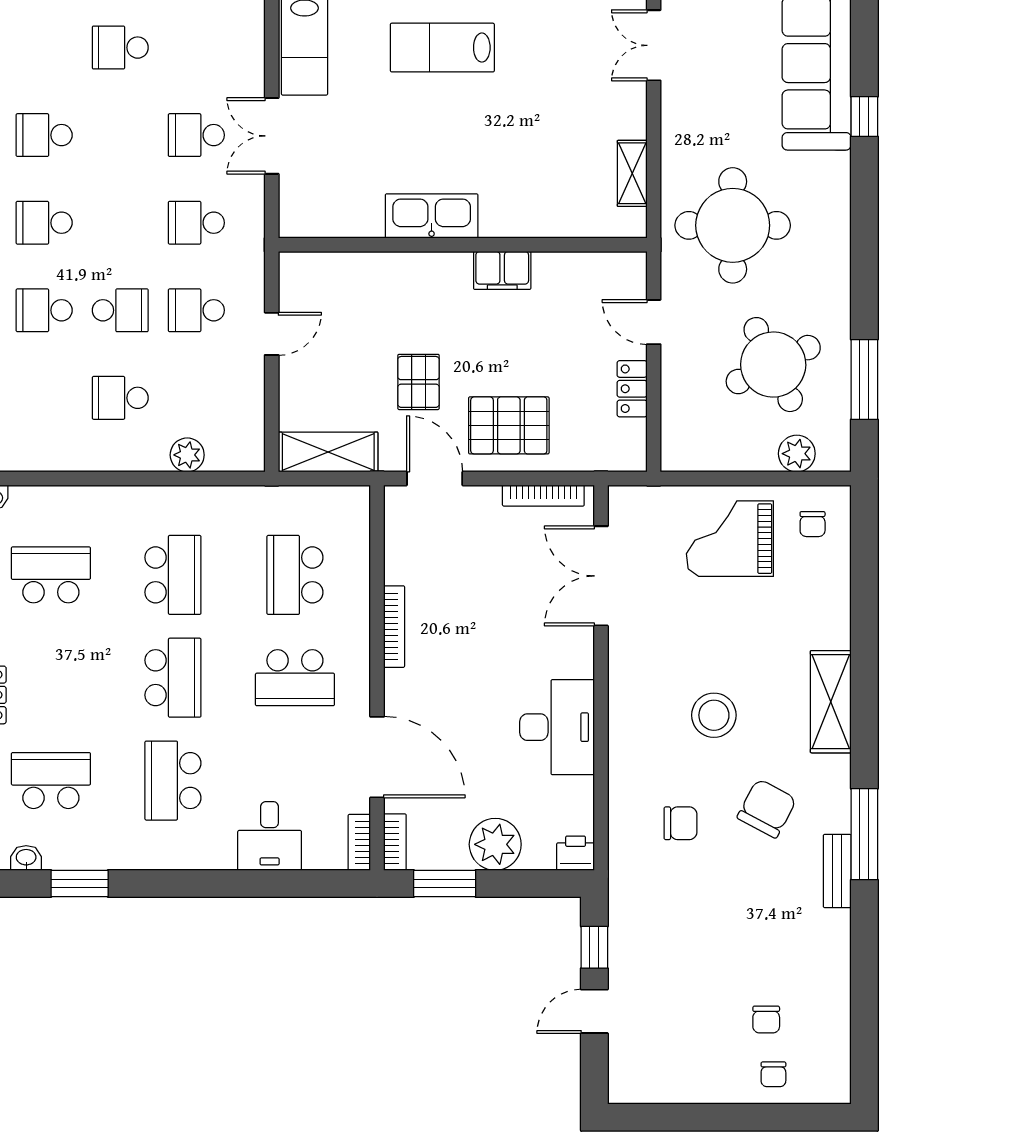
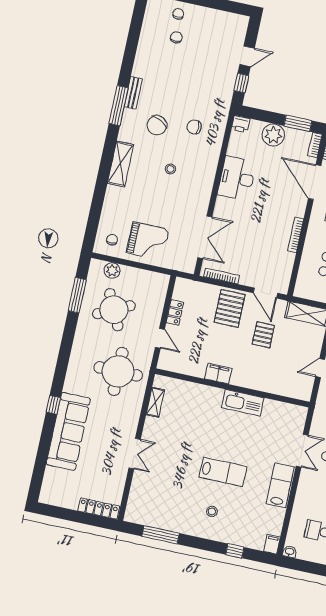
pallet: (509, 425) -> (230, 308), turned 90
stool: (714, 715) -> (170, 169), width x0.53, depth x0.53

